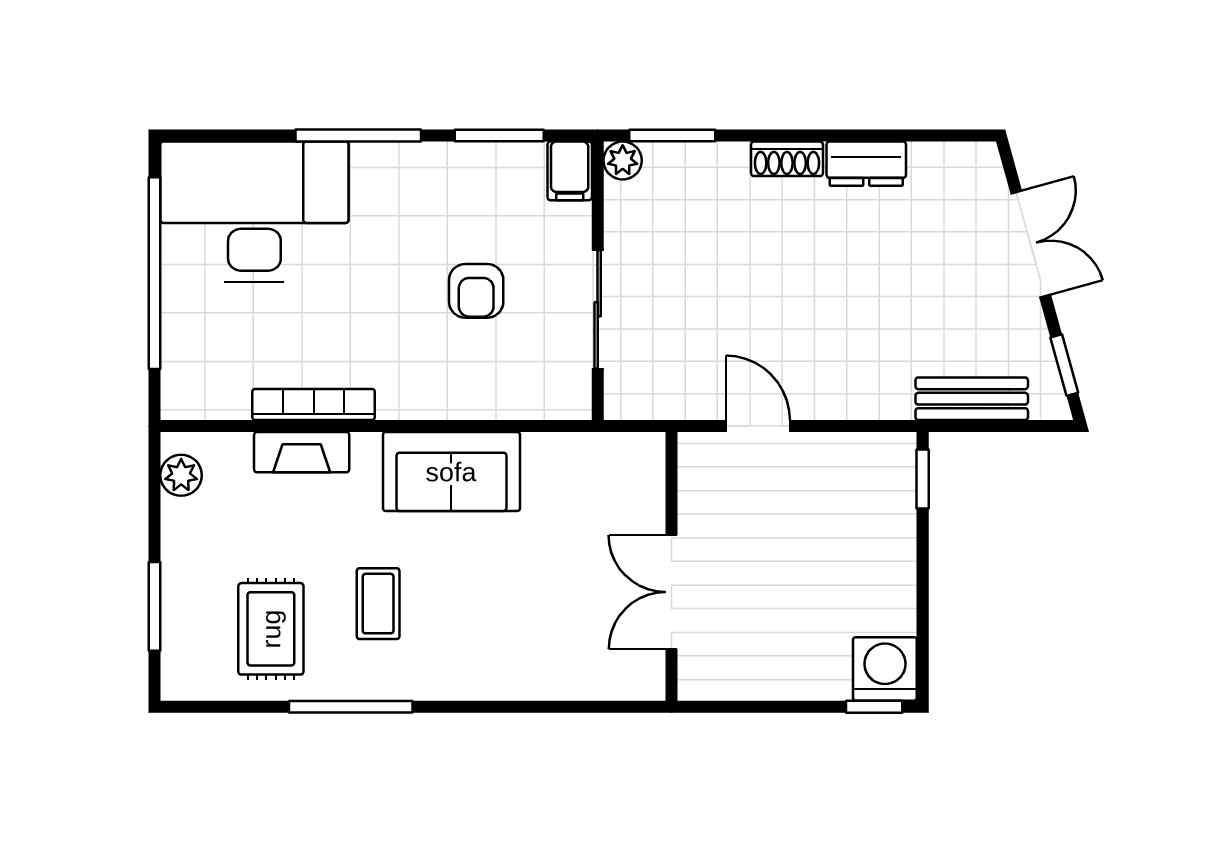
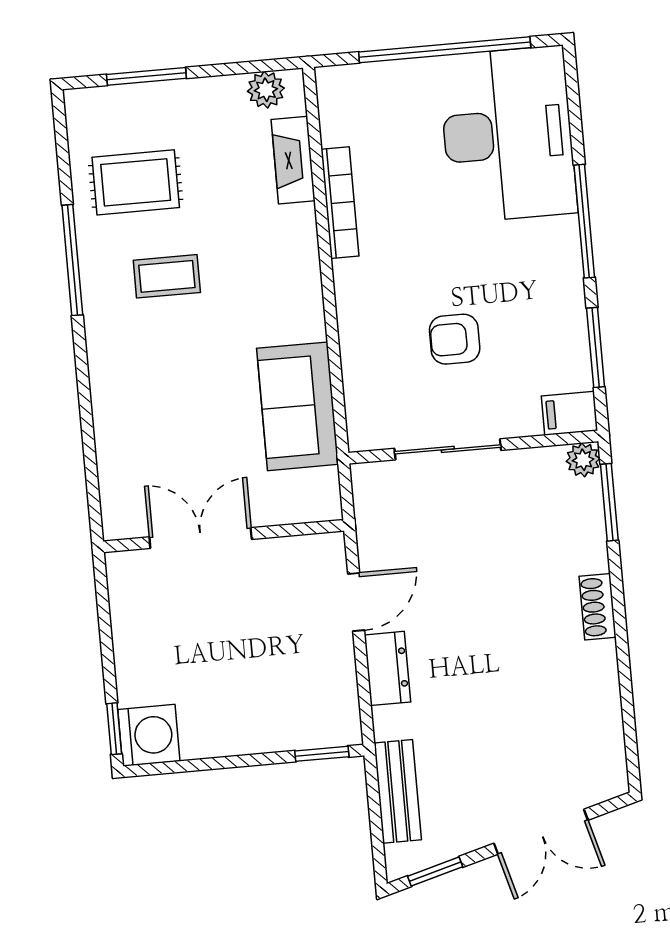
dresser: (866, 164) -> (387, 668), moved, turned 180
fireplace: (302, 452) -> (293, 160), moved
sofa: (451, 472) -> (298, 406), moved

